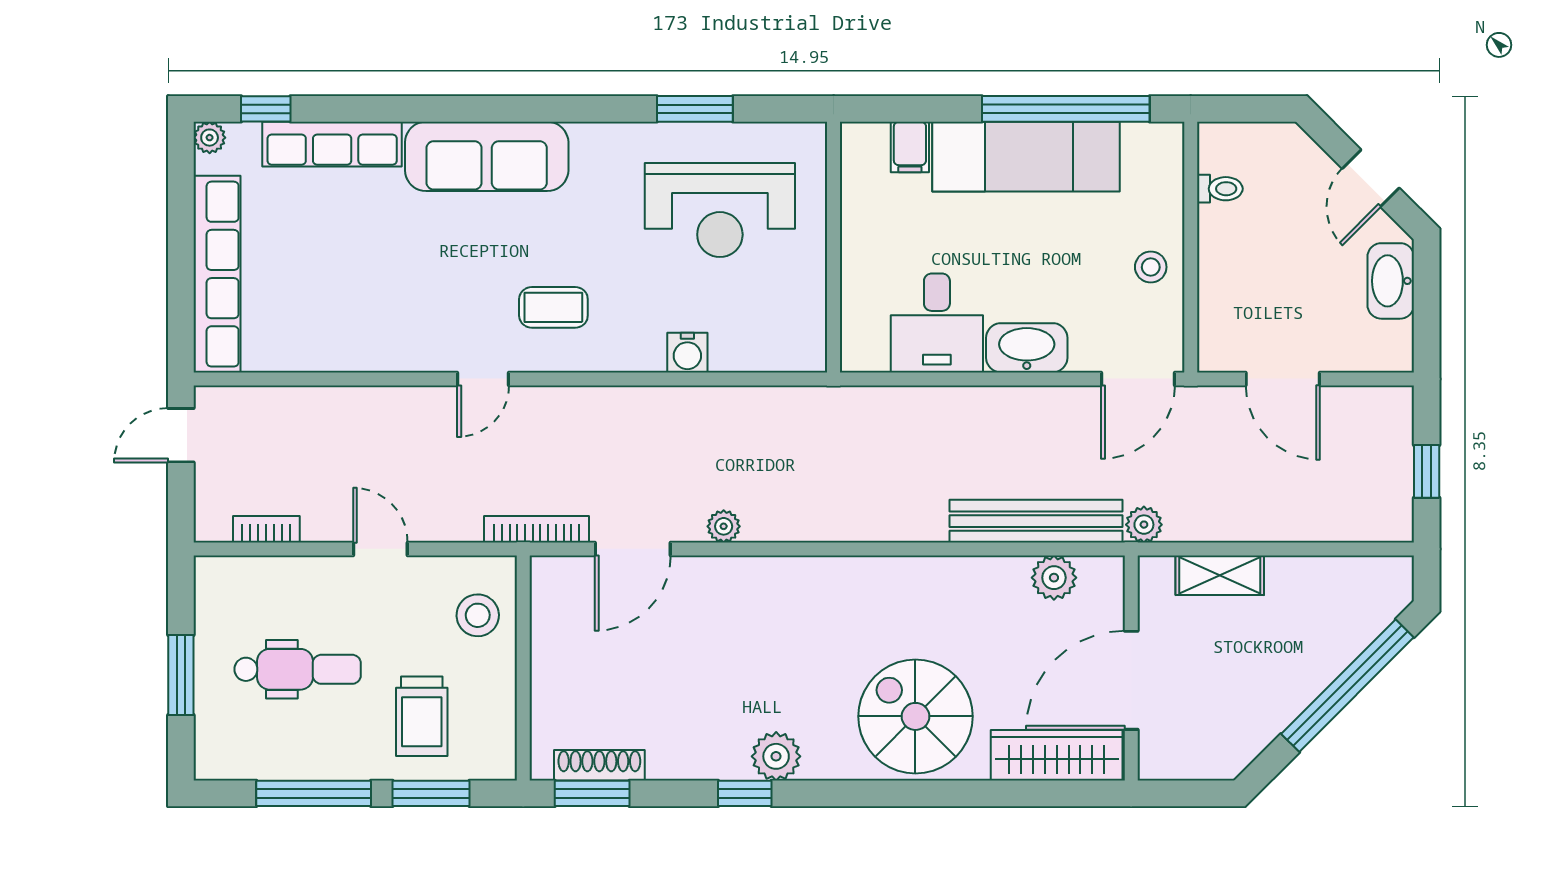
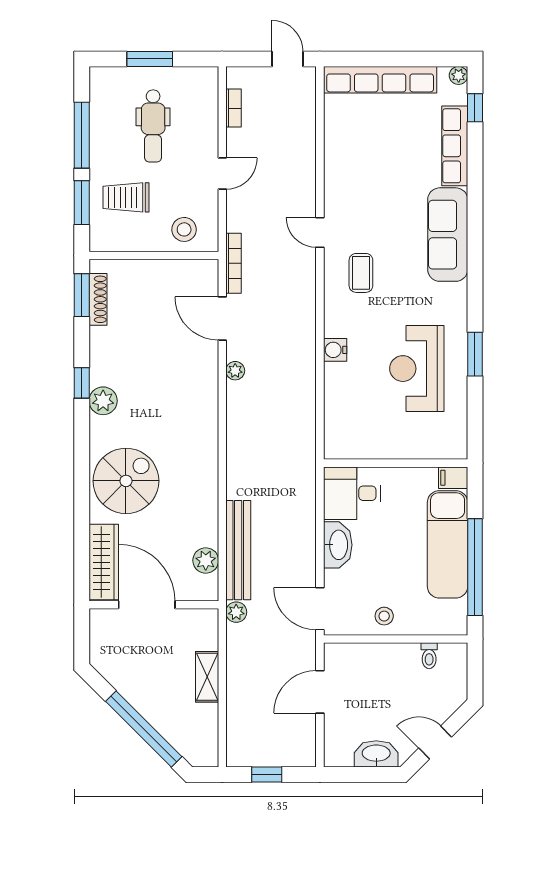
wall: (834, 247) -> (396, 463), moved
shelving: (1220, 575) -> (207, 677), moved

